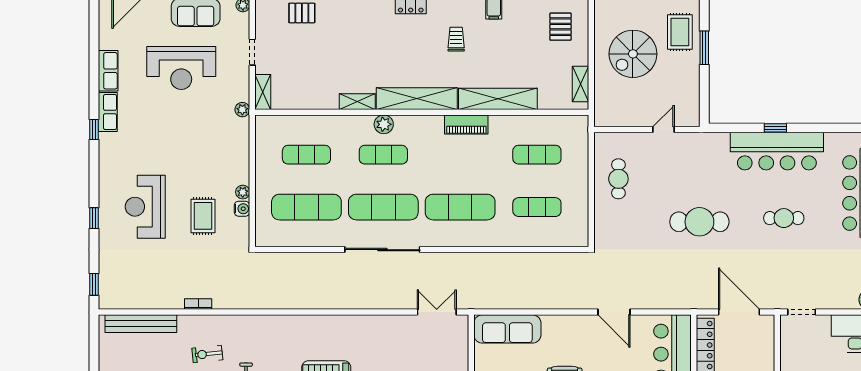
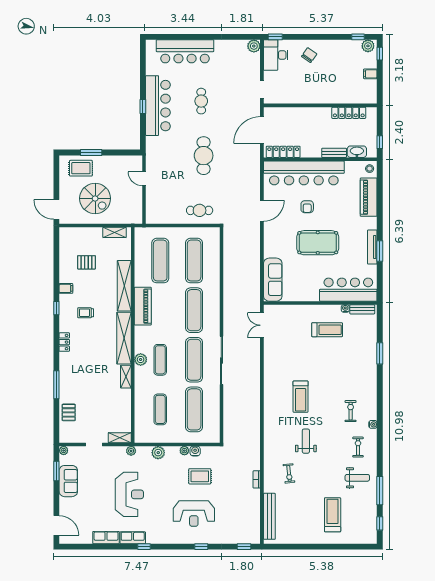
pallet: (561, 27) -> (86, 262), moved
reception desk: (181, 68) -> (129, 494), moved
piano: (466, 124) -> (143, 306), width x1.37, depth x1.33
plant: (240, 152) -> (158, 453), added
exercise mat: (537, 155) -> (160, 261), width x1.36, depth x1.45
cafe table: (618, 179) -> (200, 210), moved
exercise mat: (537, 207) -> (194, 261), width x1.36, depth x1.45

